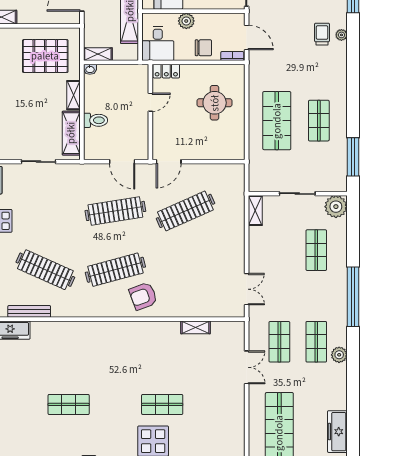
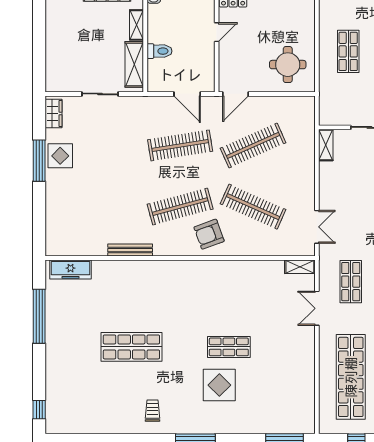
round table: (215, 103) -> (288, 65), moved
shop shelf: (277, 121) -> (348, 51), width x0.70, depth x0.74
clothes rail: (45, 270) -> (253, 207), moved
bench: (29, 311) -> (130, 250), moved
shelving: (195, 327) -> (300, 267), moved
double door: (247, 367) -> (317, 308), swing flipped
shop shelf: (69, 404) -> (131, 347), width x1.43, depth x1.36

